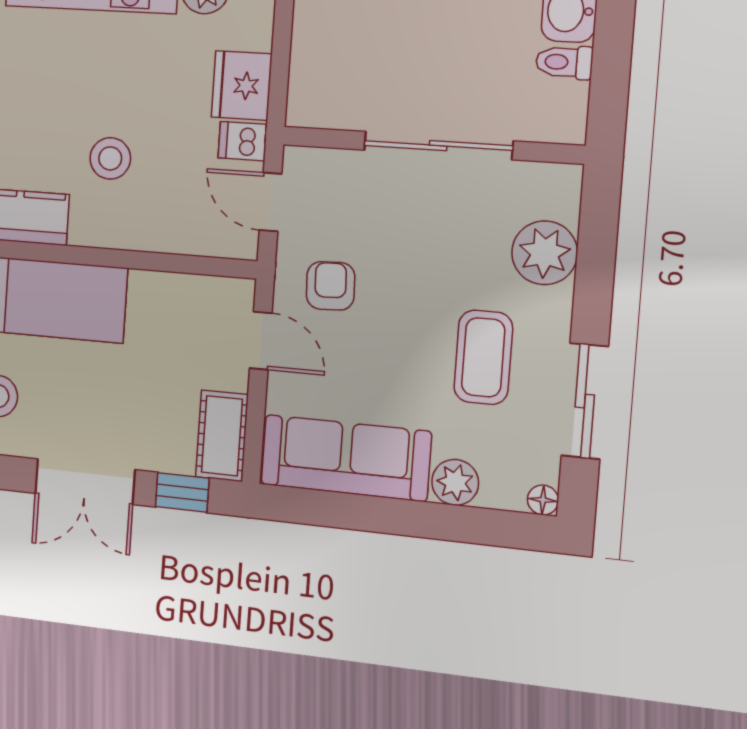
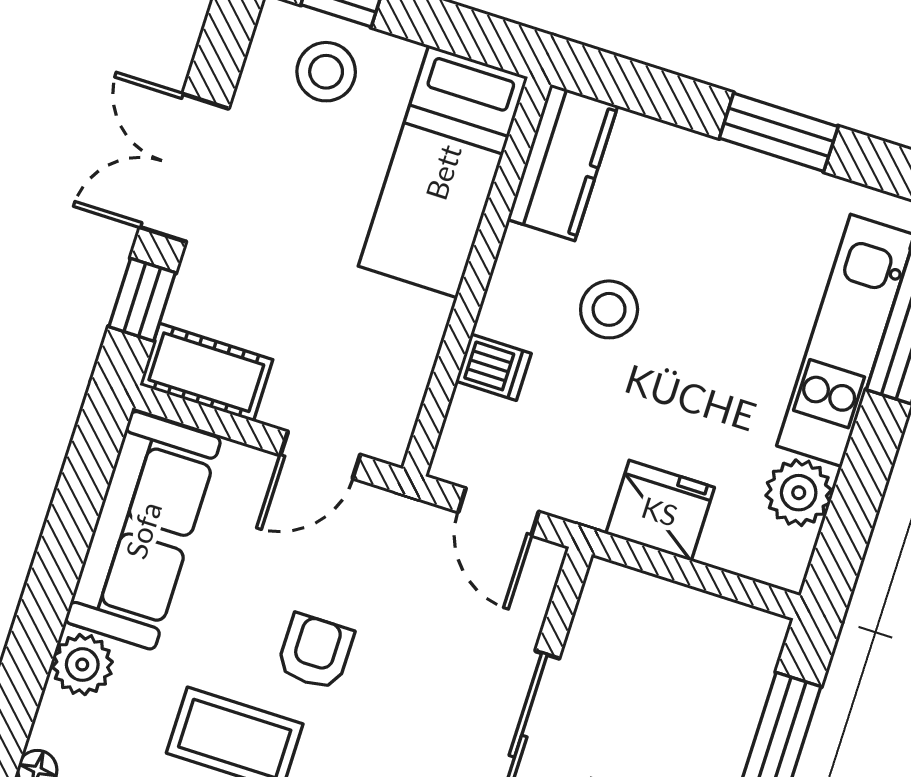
dishwasher: (243, 141) -> (494, 367), moved, turned 90
door: (270, 202) -> (499, 512), swing flipped
armchair: (331, 286) -> (315, 652), moved, turned -88

